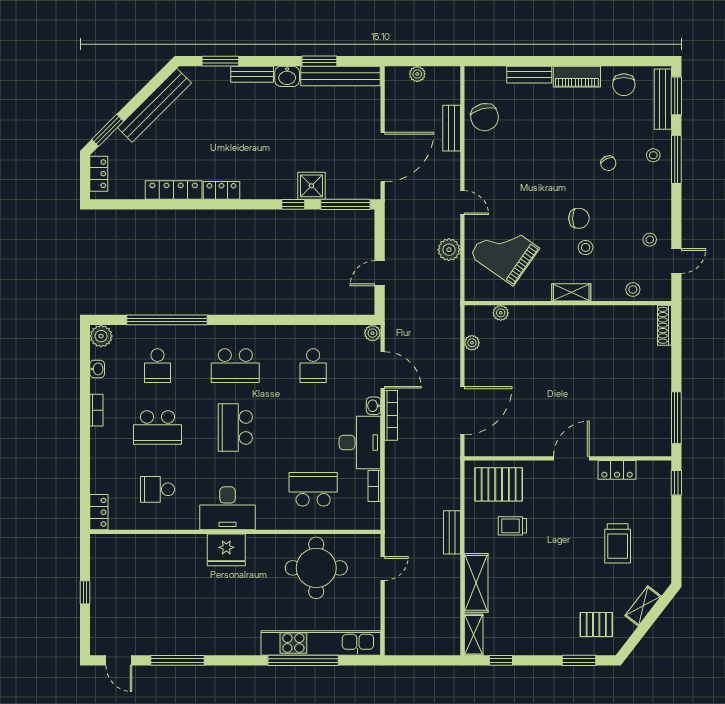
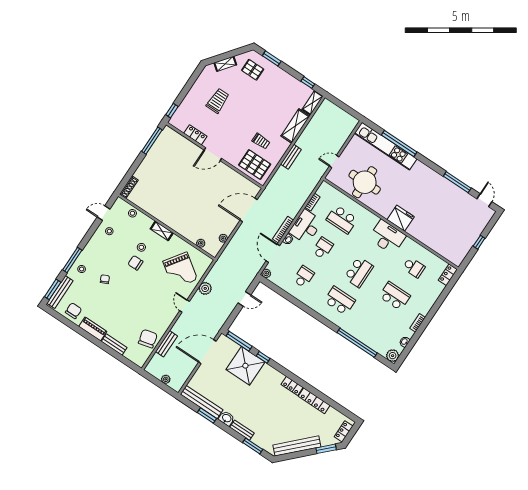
shower: (311, 186) -> (245, 366), width x1.86, depth x1.86
school desk: (157, 366) -> (323, 248), moved

